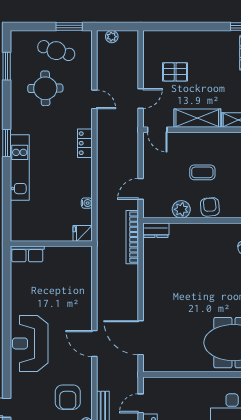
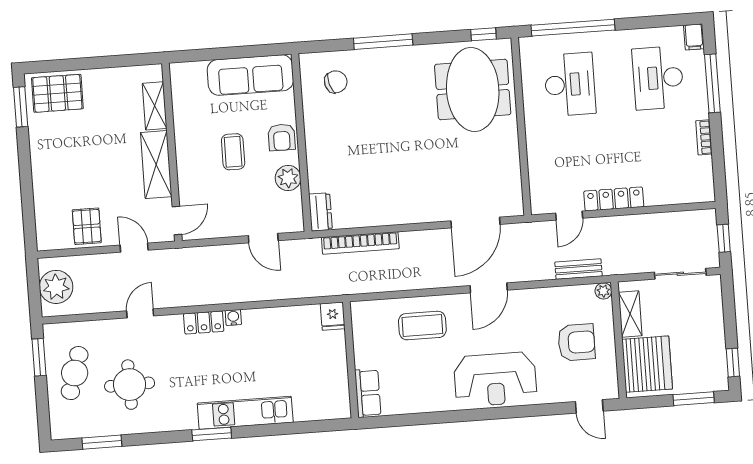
plant: (112, 37) -> (56, 287), width x1.87, depth x1.87
pallet: (175, 72) -> (87, 226), moved
water cooler: (87, 203) -> (233, 318), moved
armchair: (210, 207) -> (282, 137), turned -85
bookcase: (132, 237) -> (360, 243), moved
coffee table: (72, 295) -> (422, 326), added
armchair: (68, 397) -> (576, 342), moved
door: (141, 403) -> (569, 216), hinge flipped

